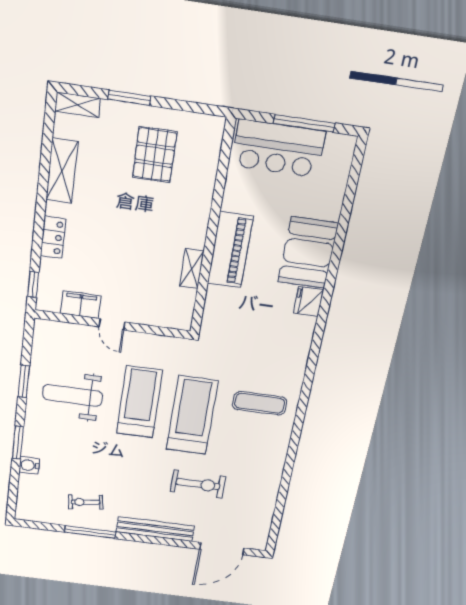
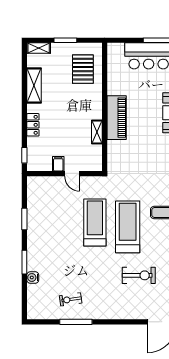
wall: (212, 229) -> (105, 107), moved
piano: (230, 250) -> (117, 118), moved
shelving: (192, 269) -> (97, 132), moved
filing cabinet: (81, 305) -> (58, 164), width x0.50
weight bench: (73, 395) -> (54, 224), removed
bench: (155, 529) -> (117, 313), removed

